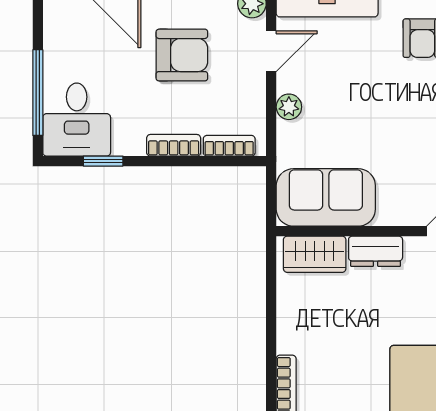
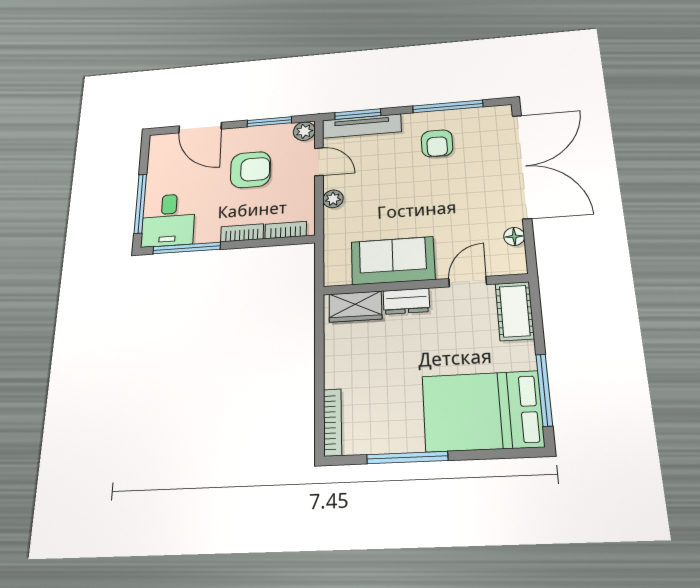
door: (271, 51) -> (319, 162), hinge flipped
window: (103, 161) -> (187, 248), width x2.17
sofa: (326, 197) -> (393, 261), moved

